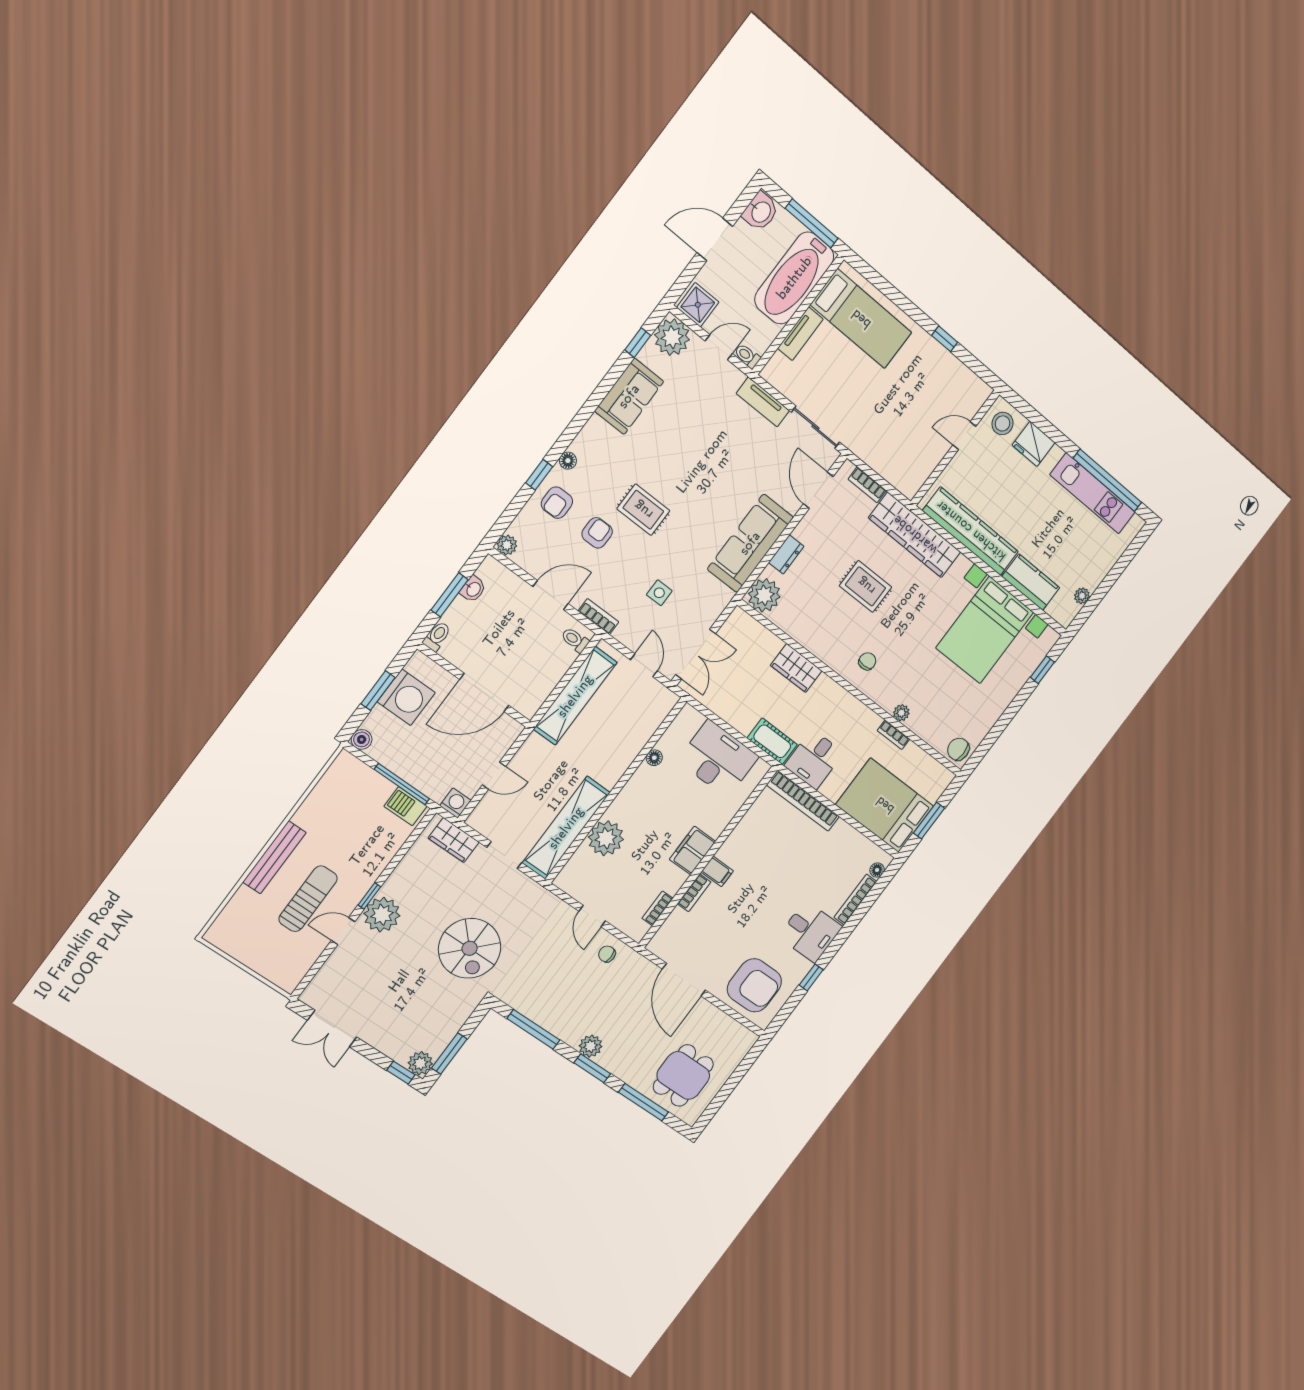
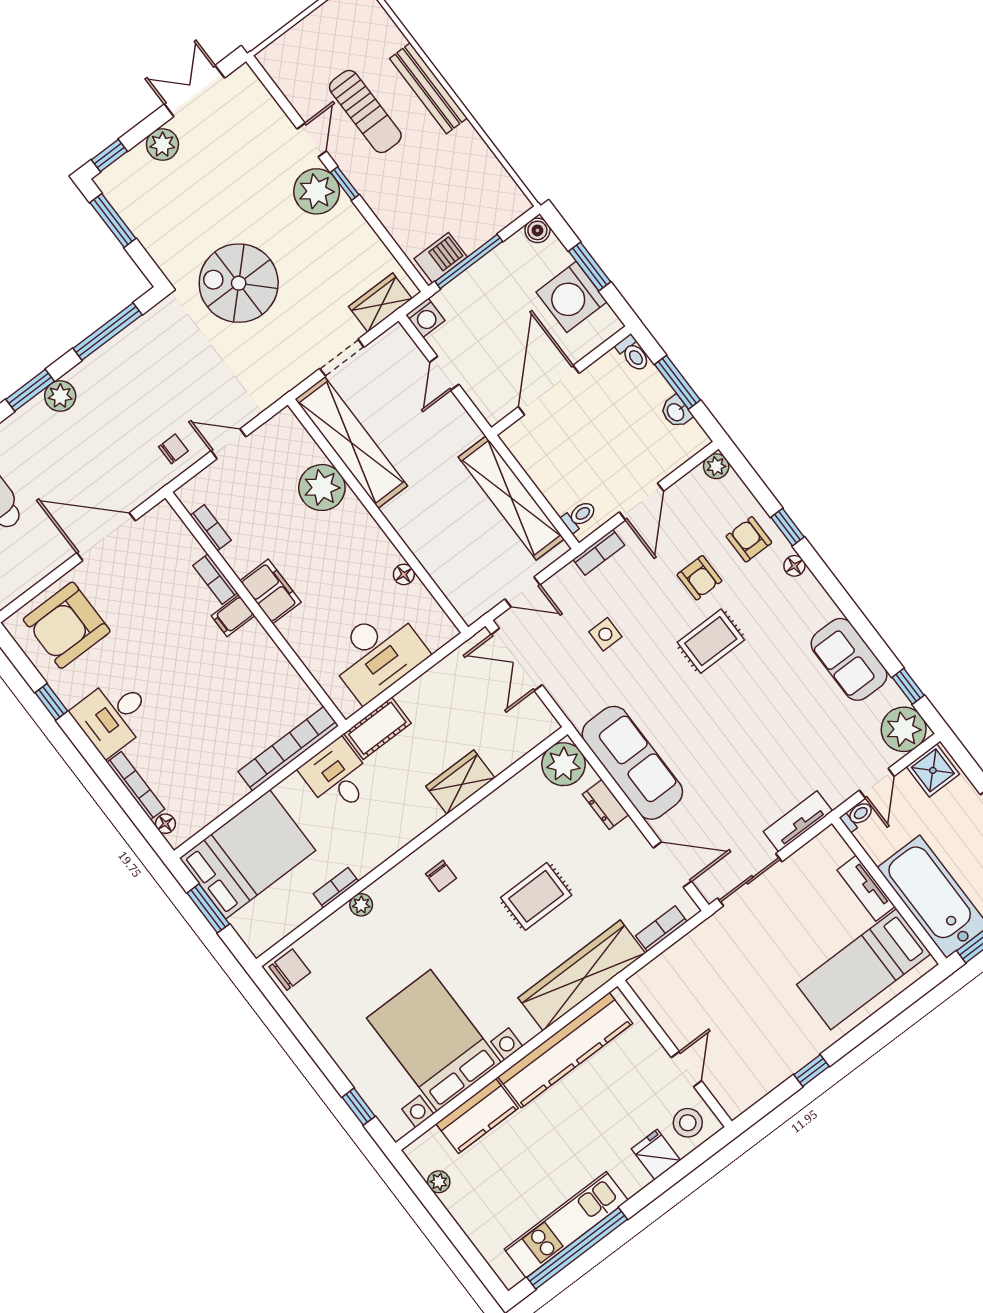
fridge: (1034, 444) -> (656, 1155), width x0.72
plant: (420, 1063) -> (162, 145), moved

